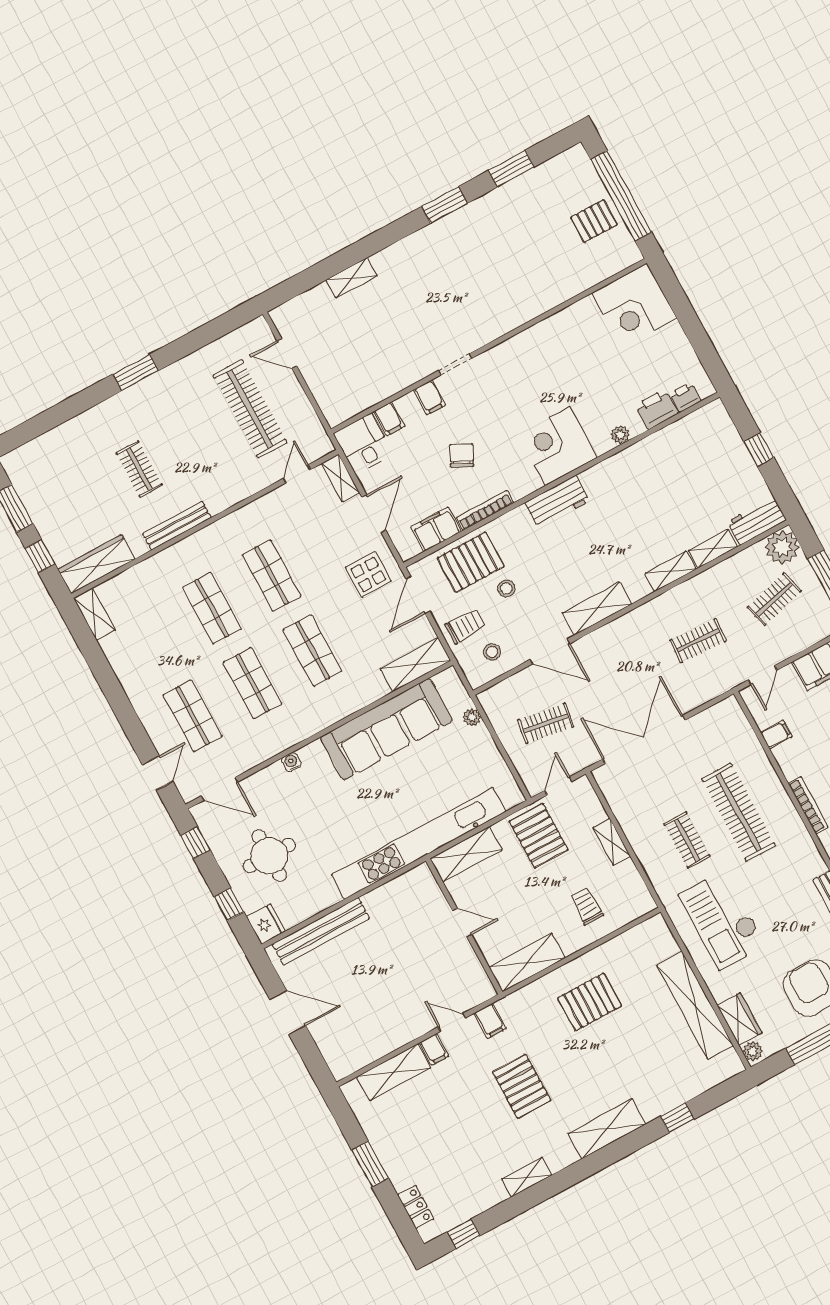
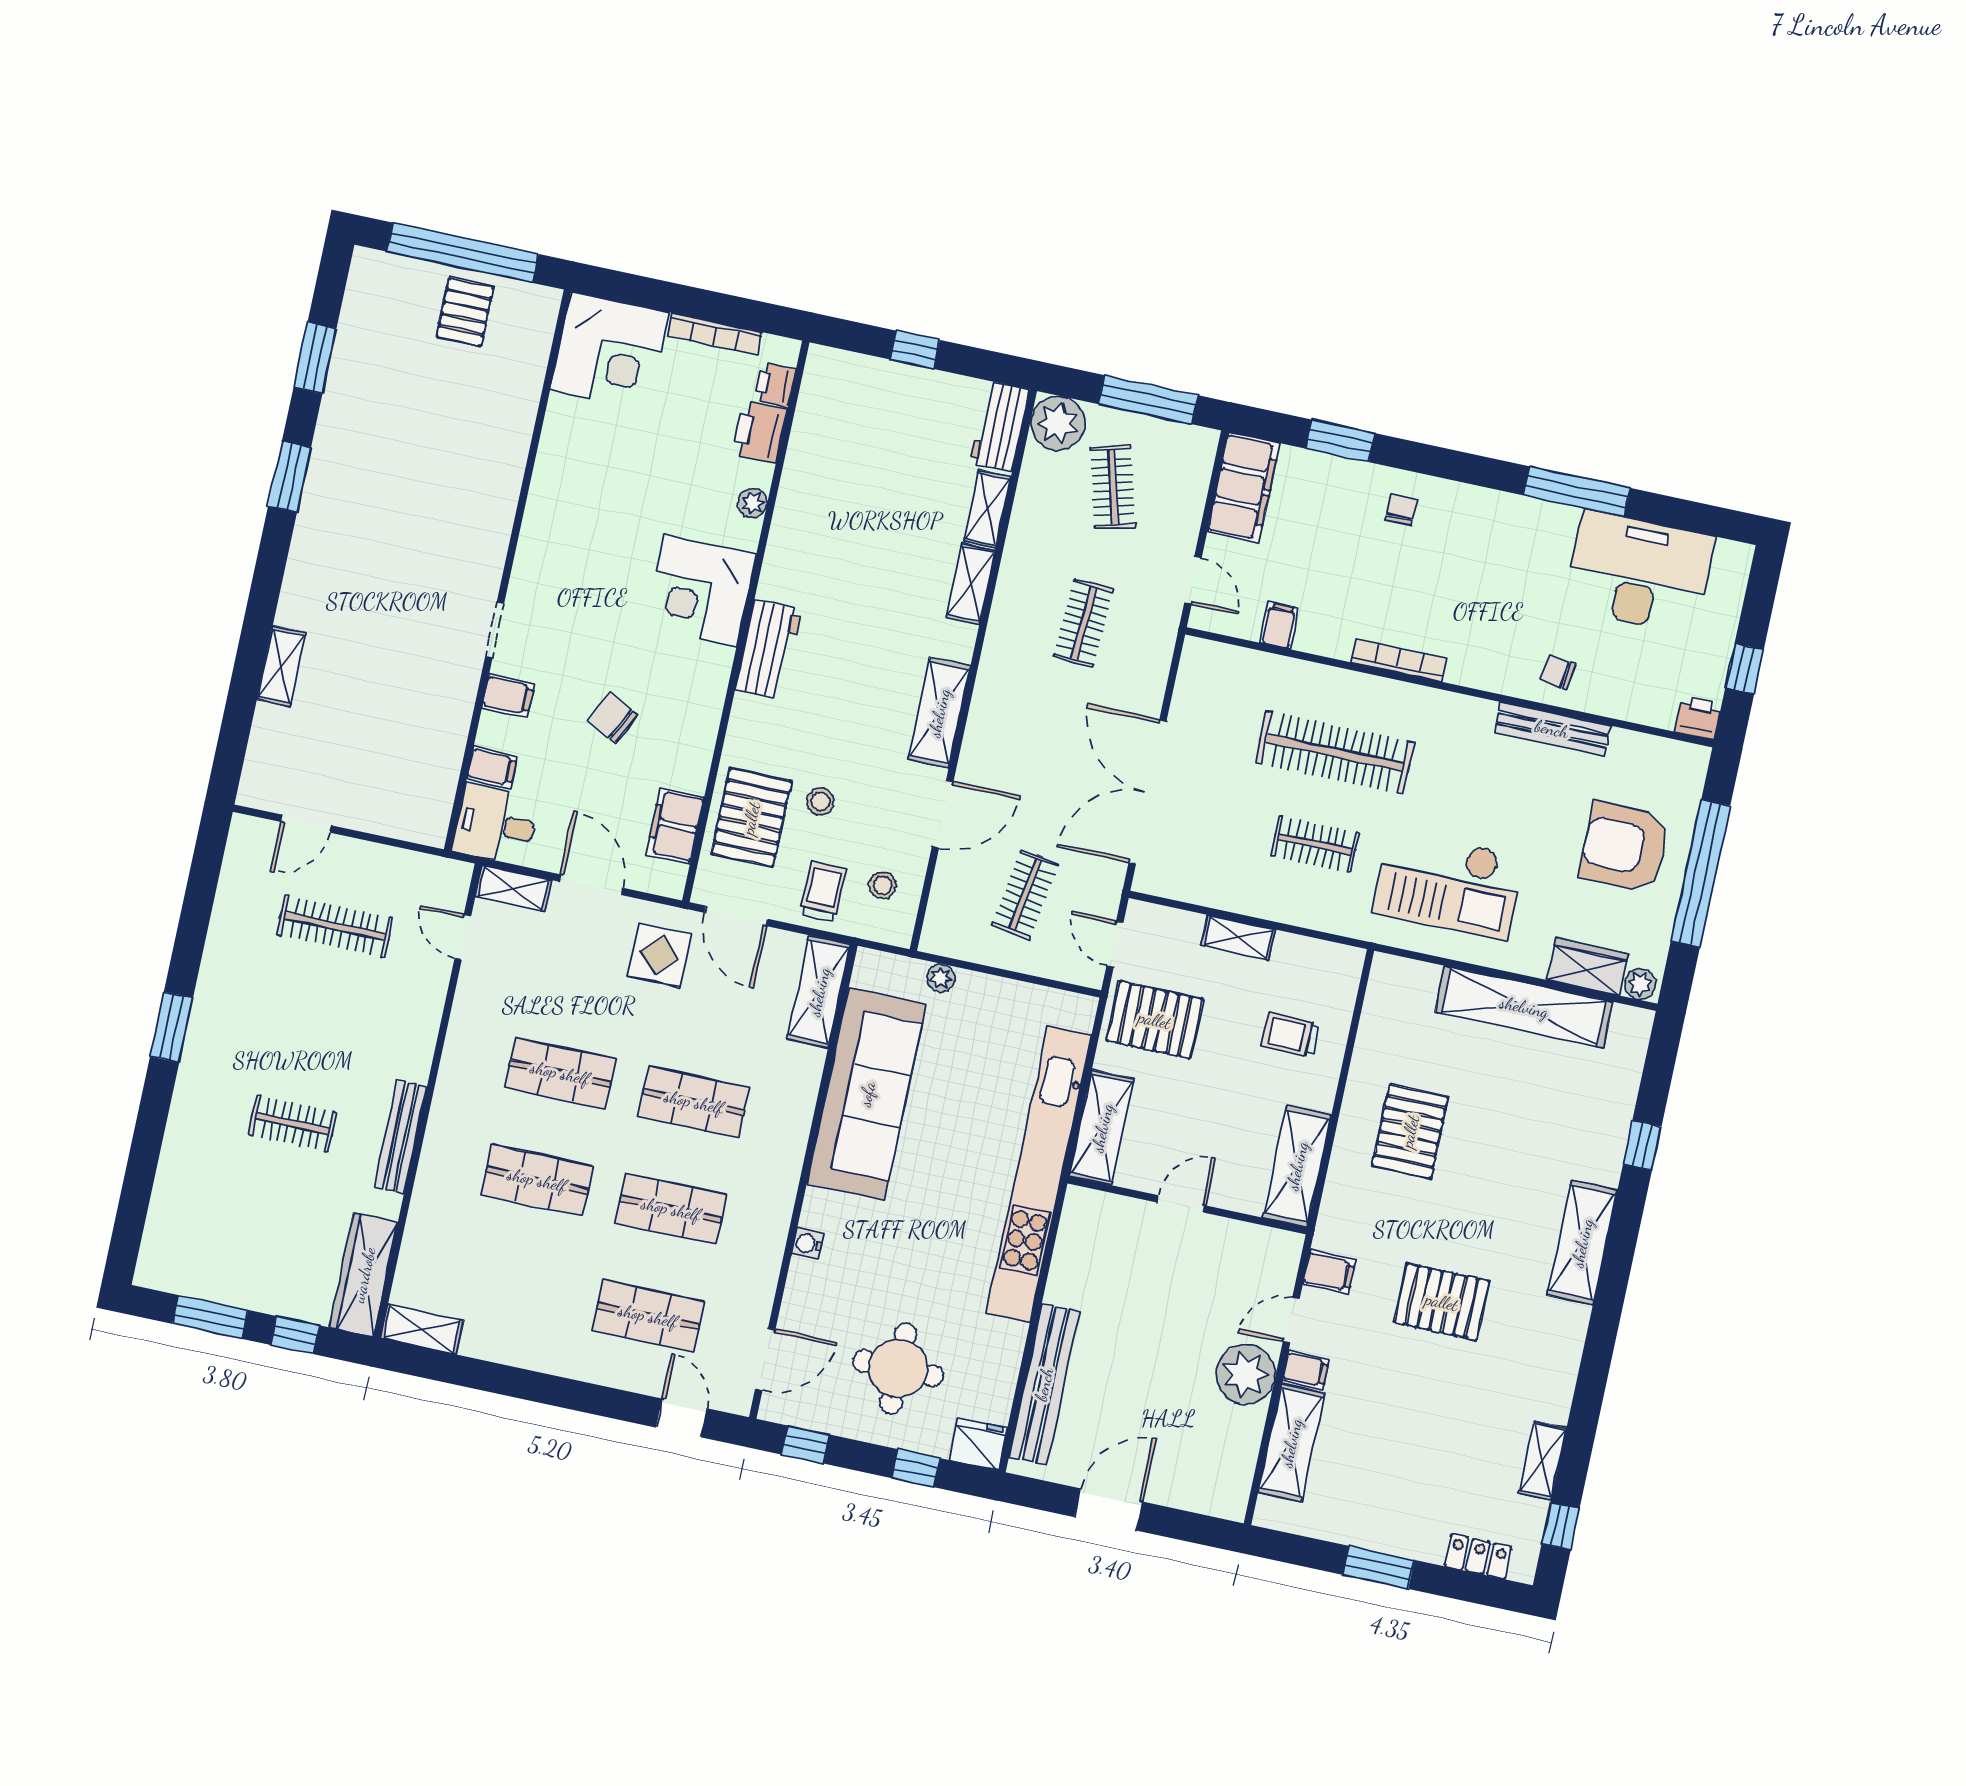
clothes rail: (250, 409) -> (335, 926), width x0.73, depth x0.76
bookcase: (485, 510) -> (715, 334), moved, turned -90
plant: (407, 1023) -> (1246, 1374), added
shelving: (527, 1177) -> (1543, 1460), moved

